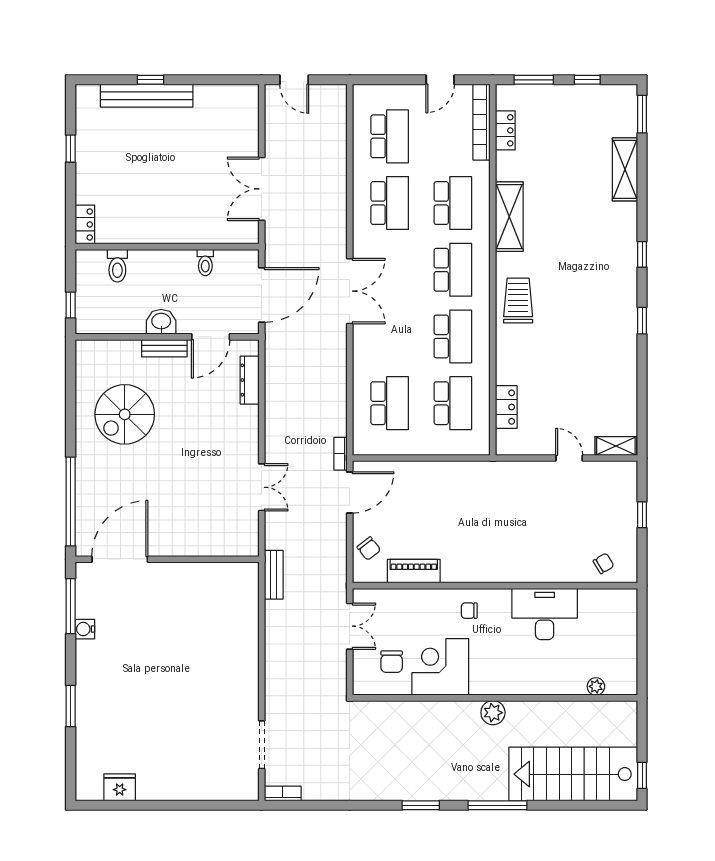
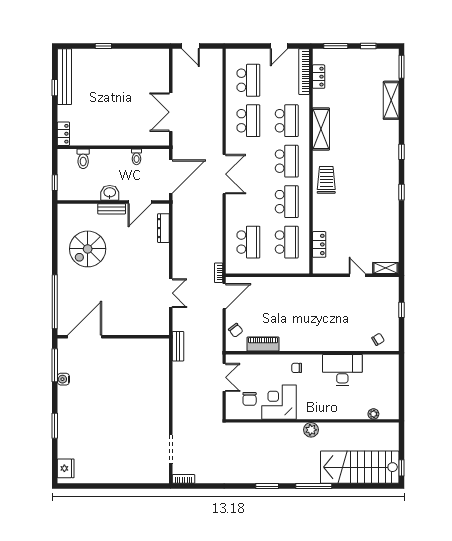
bench: (147, 96) -> (64, 77), moved, turned 90
fridge: (120, 787) -> (66, 468), moved, turned 90

